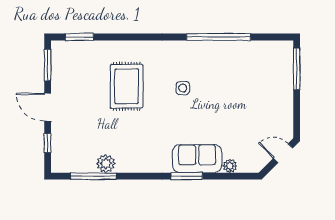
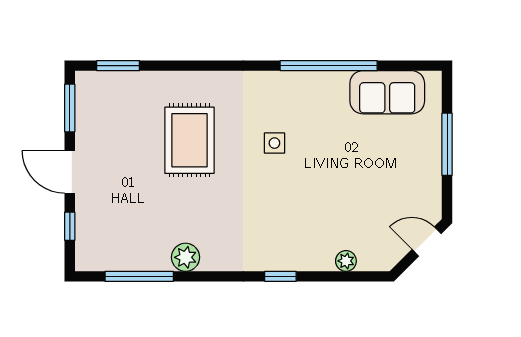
window: (297, 69) -> (447, 144), moved
sofa: (197, 159) -> (387, 92), moved, turned 180
plant: (106, 164) -> (186, 257), moved
window: (187, 176) -> (280, 276), width x0.67

